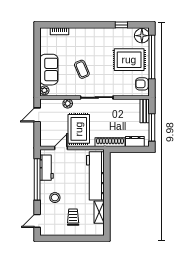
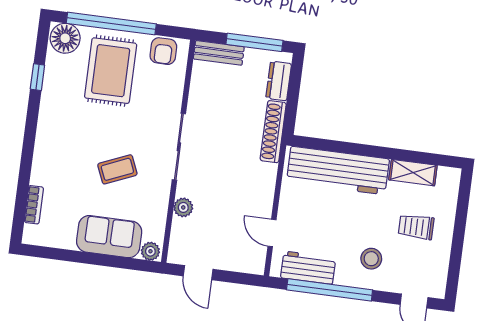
rug: (79, 129) -> (238, 192), removed

